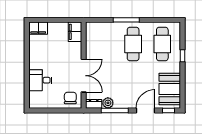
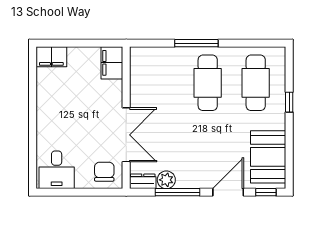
desk: (40, 80) -> (57, 170), moved, turned -90

